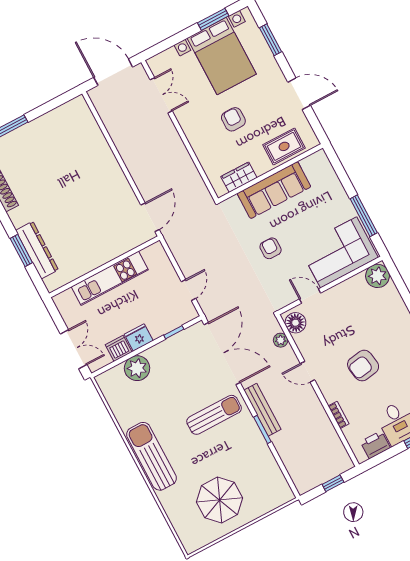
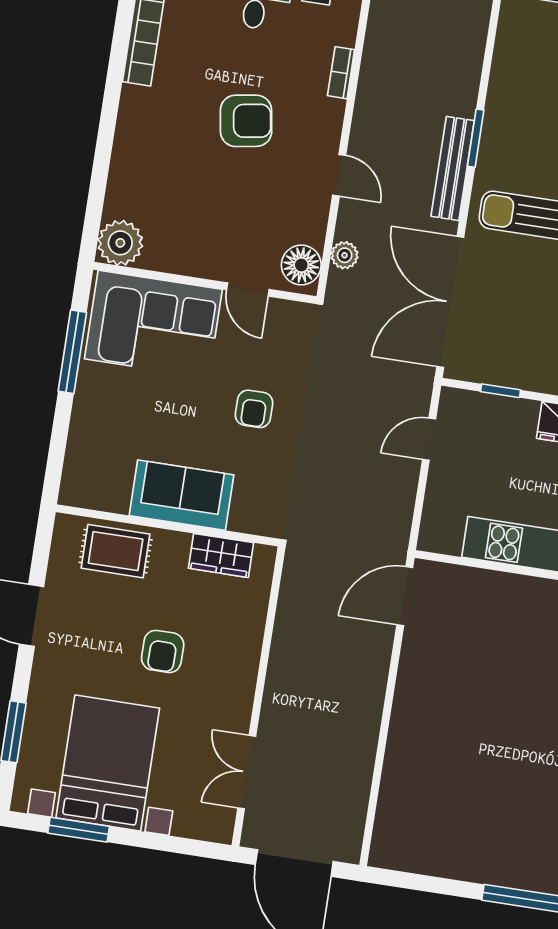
sofa: (274, 190) -> (181, 495), width x0.73

